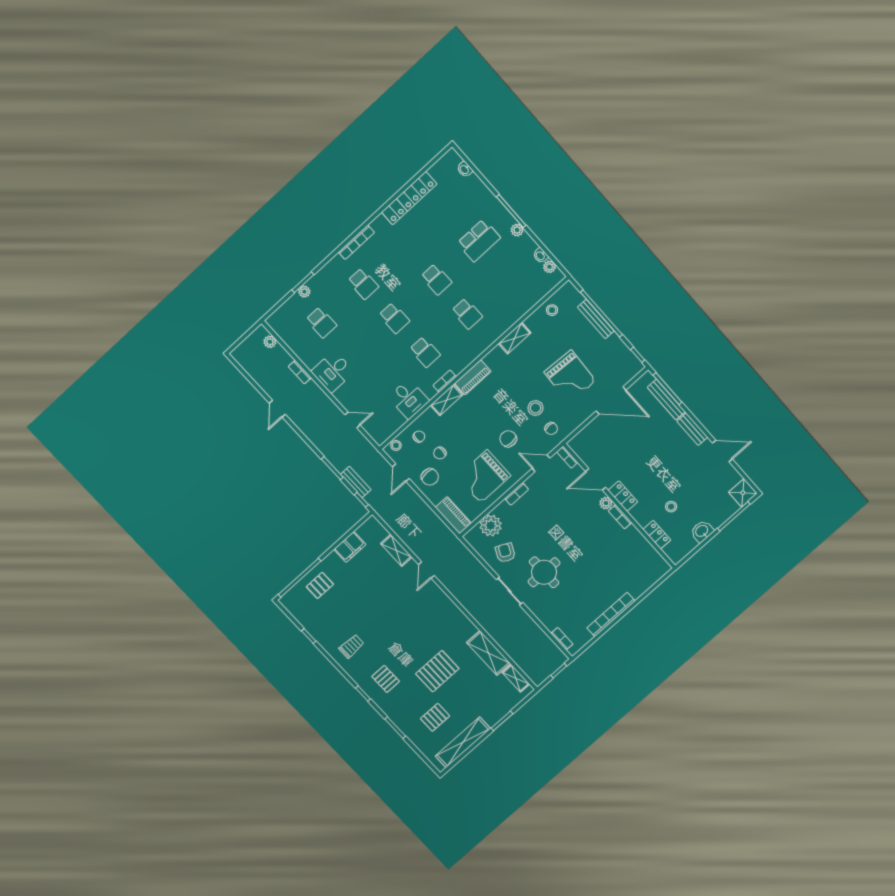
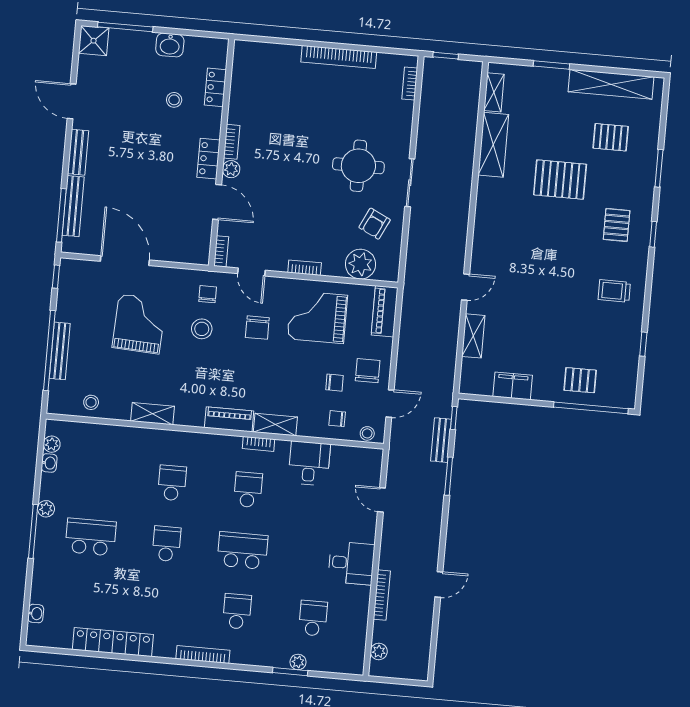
school desk: (394, 318) -> (242, 551), width x1.85
bookcase: (300, 372) -> (382, 595), width x1.56
grand piano: (484, 476) -> (317, 317), turned 180

